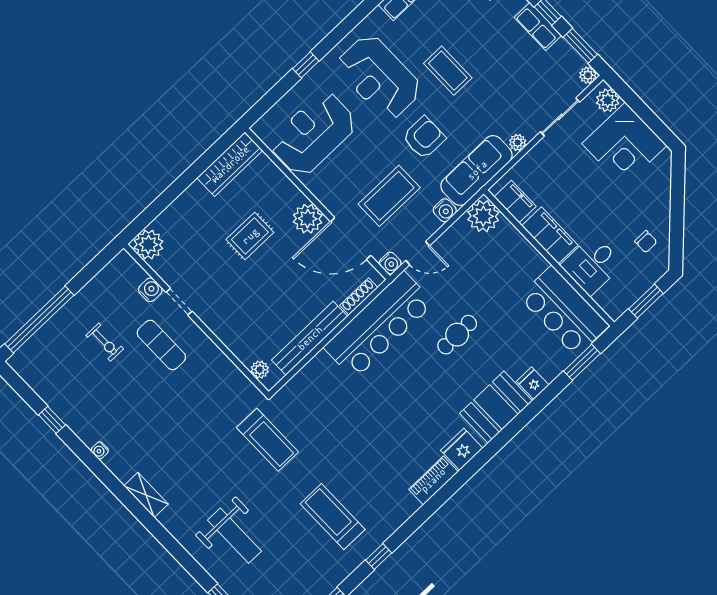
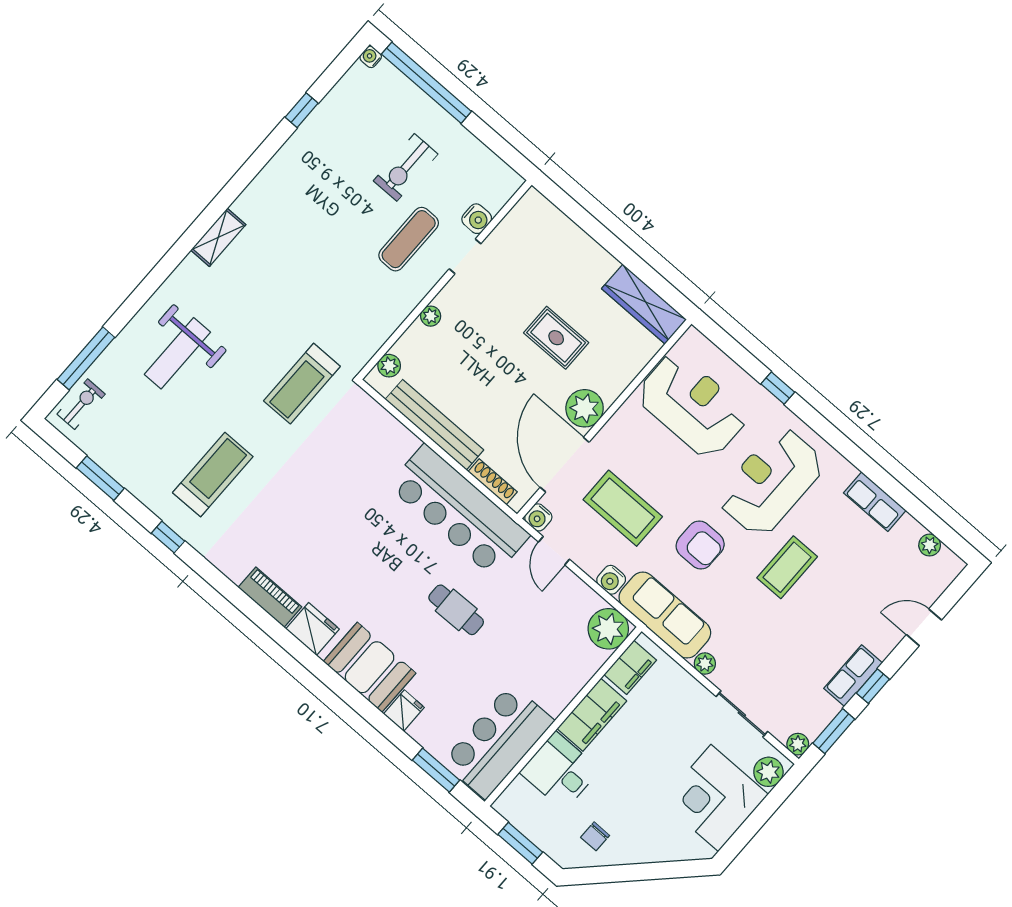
plant: (148, 245) -> (431, 316), moved, width x0.53, depth x0.53
exercise bike: (105, 342) -> (406, 167), width x1.38, depth x1.39
water cooler: (100, 450) -> (371, 57), moved

